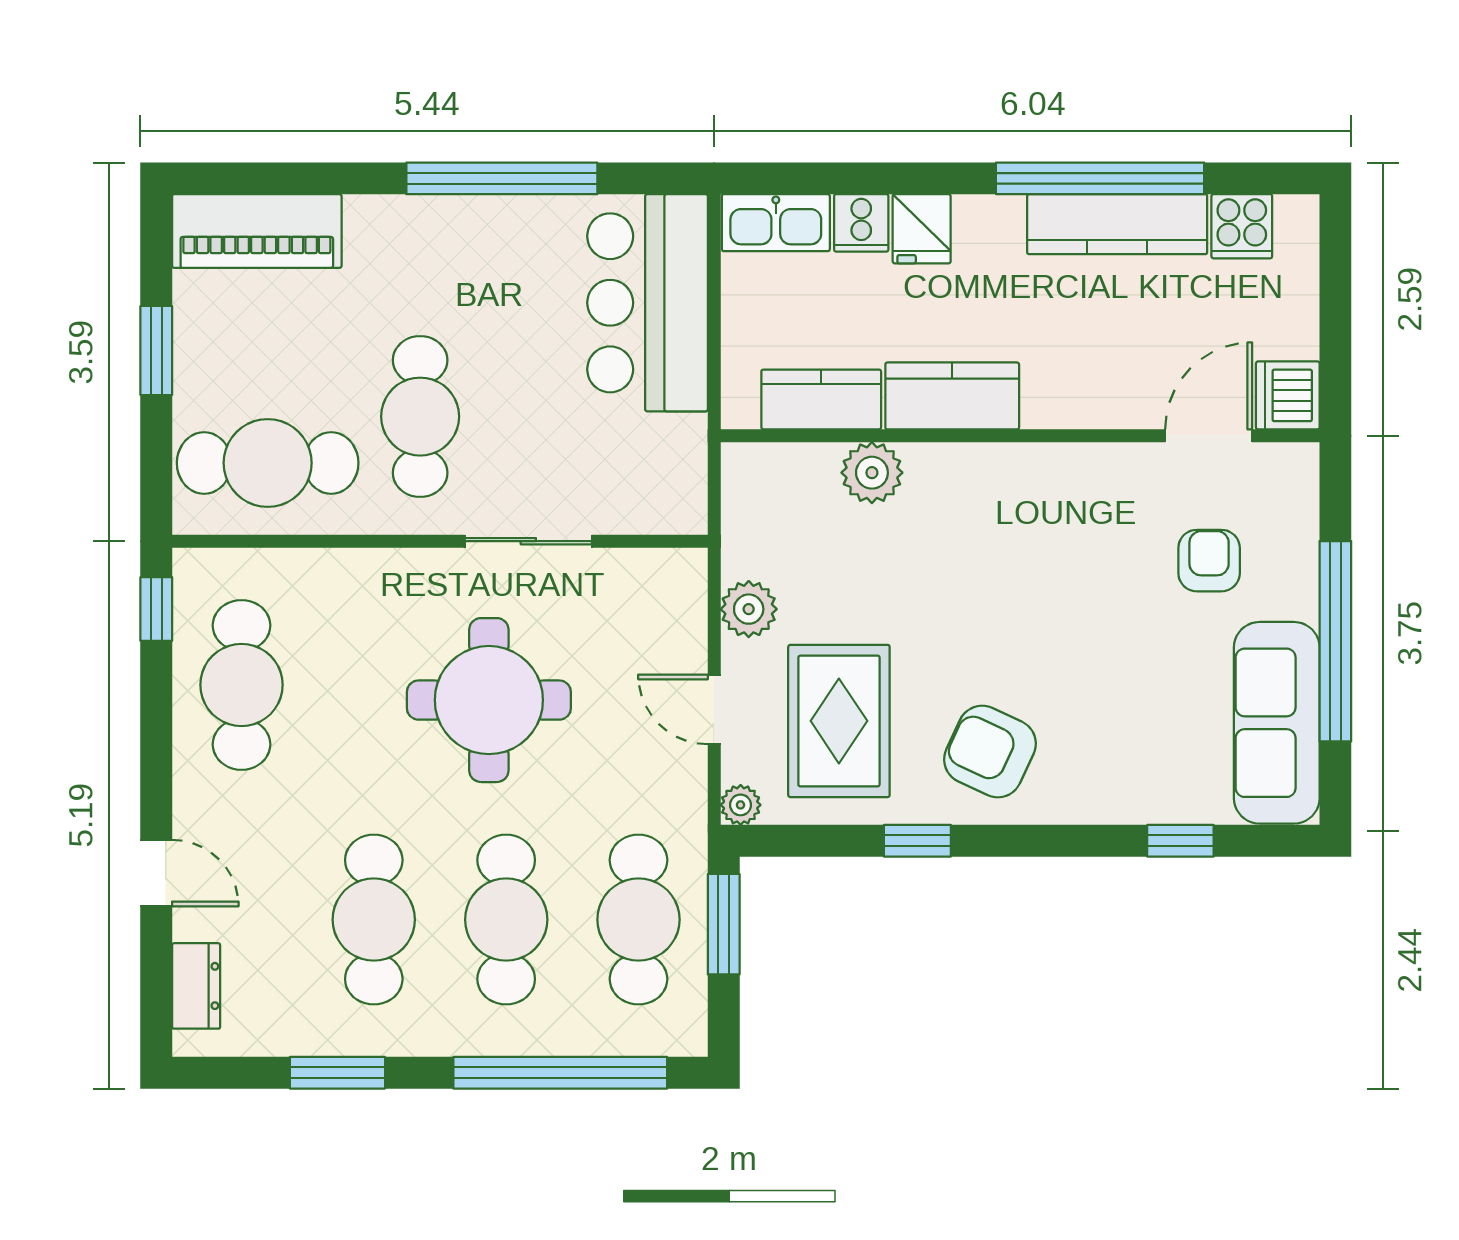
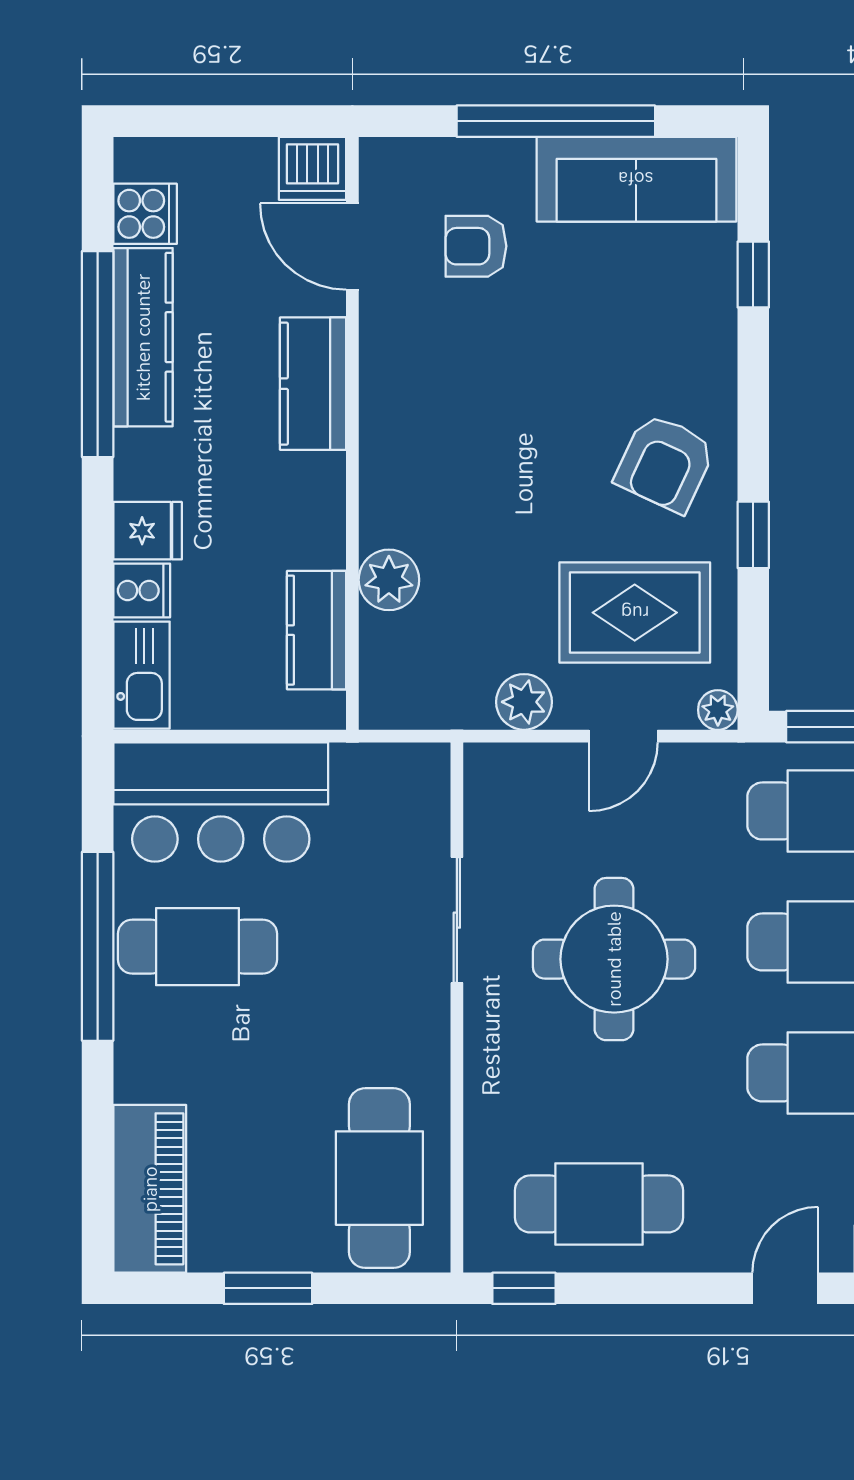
kitchen counter: (952, 396) -> (313, 384), moved
cafe table: (420, 417) -> (197, 947), moved

